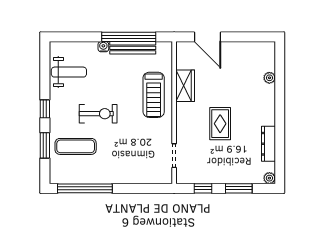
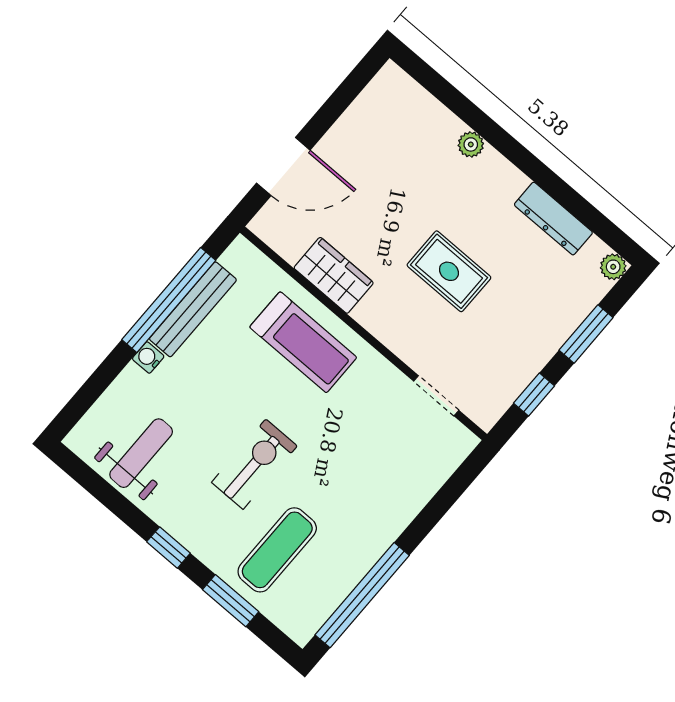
plant: (269, 78) -> (471, 144), moved

